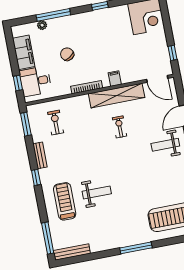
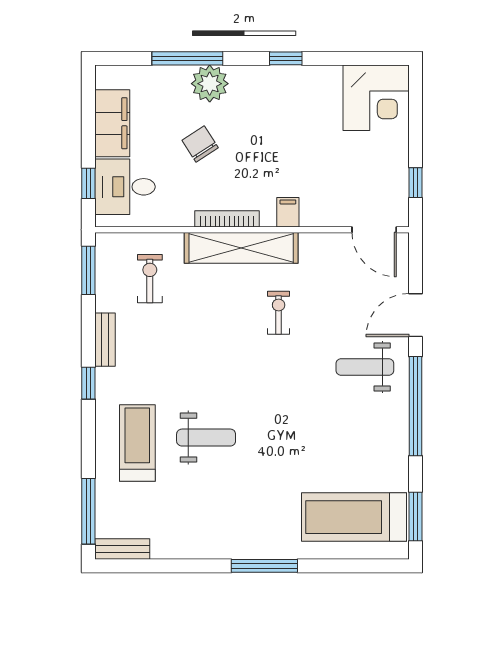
plant: (42, 25) -> (210, 84), moved, width x1.88, depth x1.88
shelving: (117, 96) -> (241, 248), moved
bench: (72, 252) -> (122, 549), width x0.73

